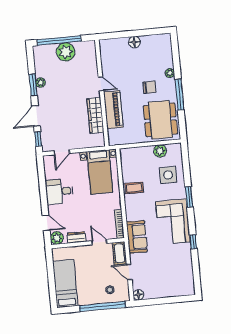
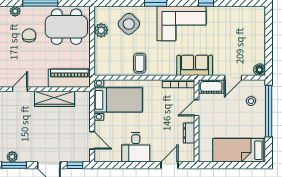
piano: (113, 110) -> (69, 78), moved
side table: (168, 175) -> (129, 24), turned 45
plant: (57, 238) -> (187, 155), removed

